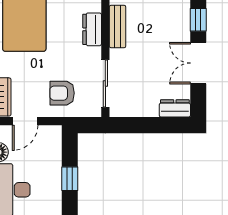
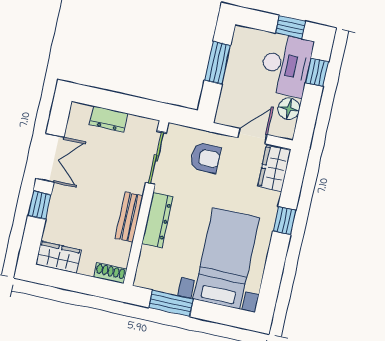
dresser: (92, 29) -> (157, 220), width x1.44
dresser: (175, 108) -> (108, 119), moved
window: (70, 179) -> (218, 63), width x1.50

